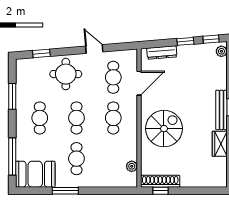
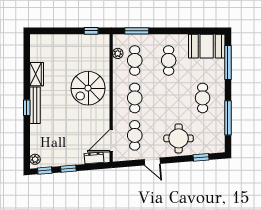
dresser: (162, 52) -> (94, 158), width x0.70
door: (139, 83) -> (111, 141), moved
window: (12, 96) -> (228, 118), width x1.44
cafe table: (76, 118) -> (135, 60), moved
shoe rack: (160, 181) -> (92, 40), removed
window: (65, 191) -> (137, 31), moved

